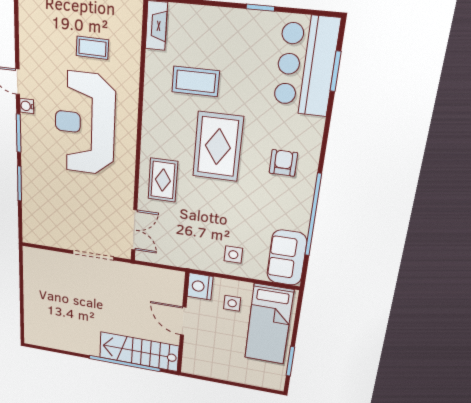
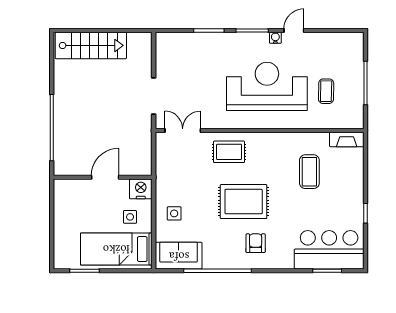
rug: (218, 147) -> (244, 202), moved
armchair: (283, 163) -> (256, 243), turned -90
double door: (134, 230) -> (183, 131), swing flipped
stairs: (139, 352) -> (91, 45), moved, turned 90

